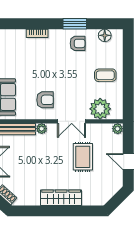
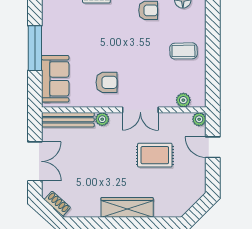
plant: (100, 109) -> (183, 100), width x0.53, depth x0.53
rug: (83, 157) -> (155, 155), turned 90
door: (128, 162) -> (213, 147), moved

